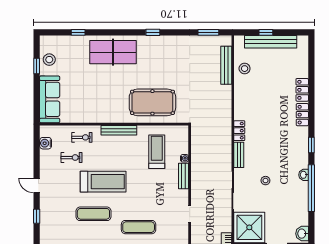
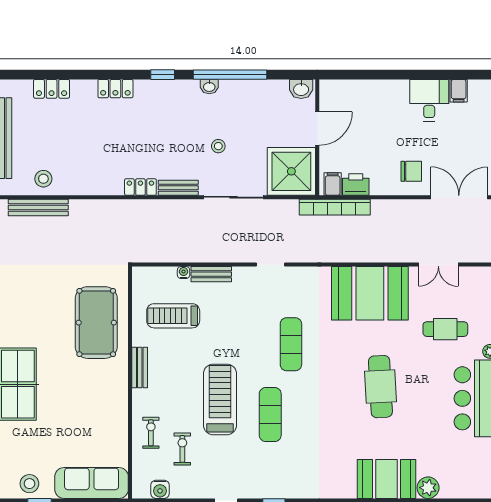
locker: (302, 90) -> (52, 89), moved
bench: (119, 130) -> (140, 368), width x0.73

